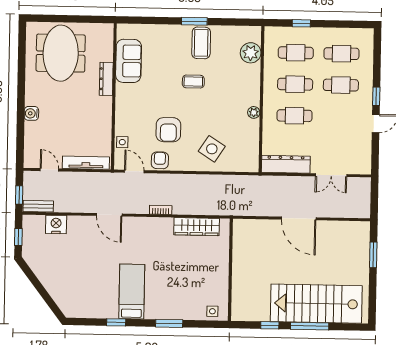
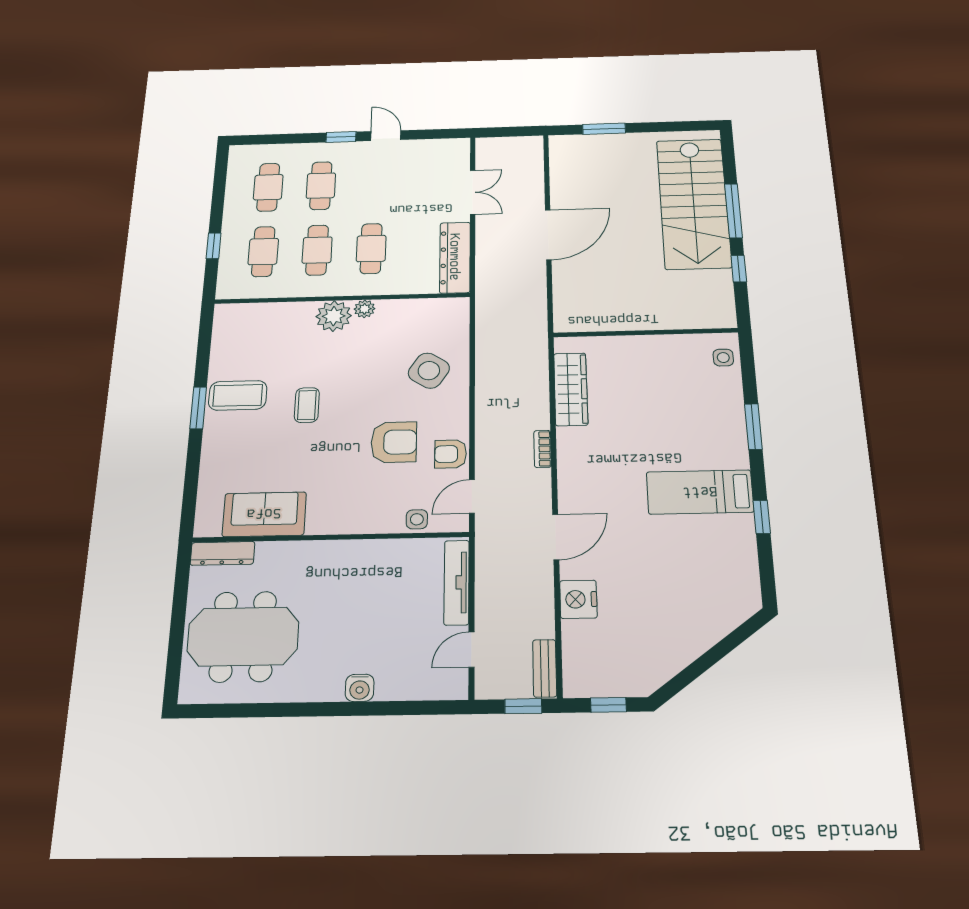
plant: (251, 53) -> (334, 316), moved
dresser: (106, 79) -> (222, 553), moved
nightstand: (56, 224) -> (578, 599), moved

